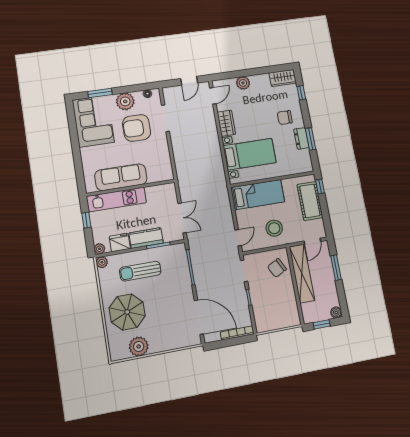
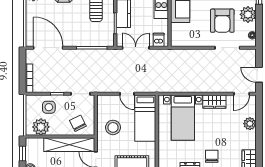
door: (213, 96) -> (242, 94), hinge flipped
armchair: (137, 128) -> (222, 21), turned 180
dishwasher: (169, 194) -> (159, 40), added
double door: (182, 218) -> (136, 48), swing flipped
door: (238, 238) -> (127, 94), moved
side table: (265, 304) -> (49, 107), added
plant: (289, 309) -> (41, 127), added
door: (199, 317) -> (48, 48), swing flipped

